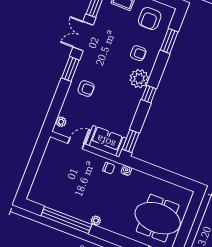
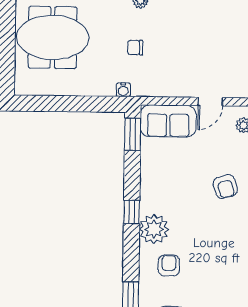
armchair: (138, 53) -> (169, 266), turned 90
armchair: (86, 89) -> (225, 187), turned -107
chair: (109, 168) -> (135, 48), moved

